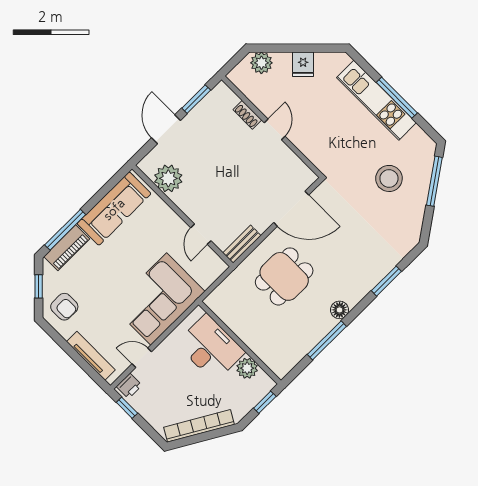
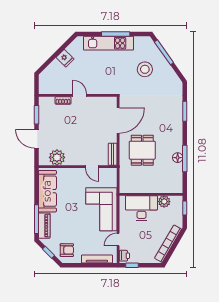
plant: (261, 63) -> (48, 74), removed
floor lamp: (339, 310) -> (178, 158), moved

